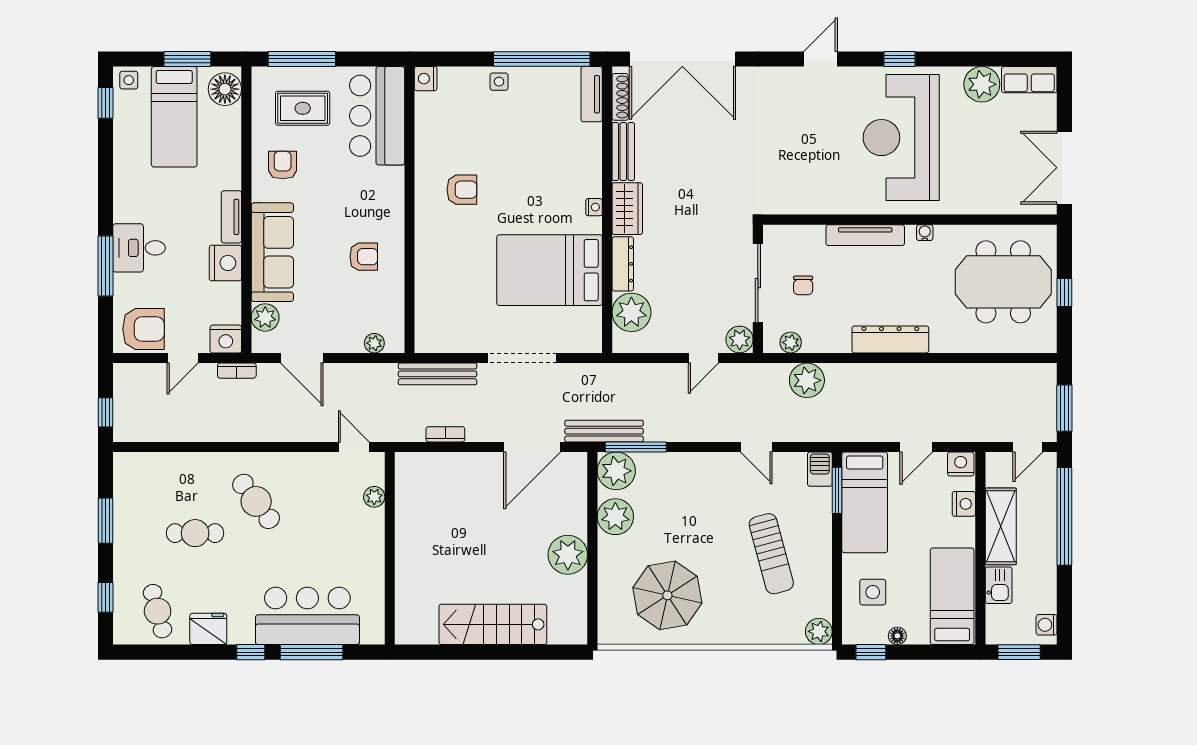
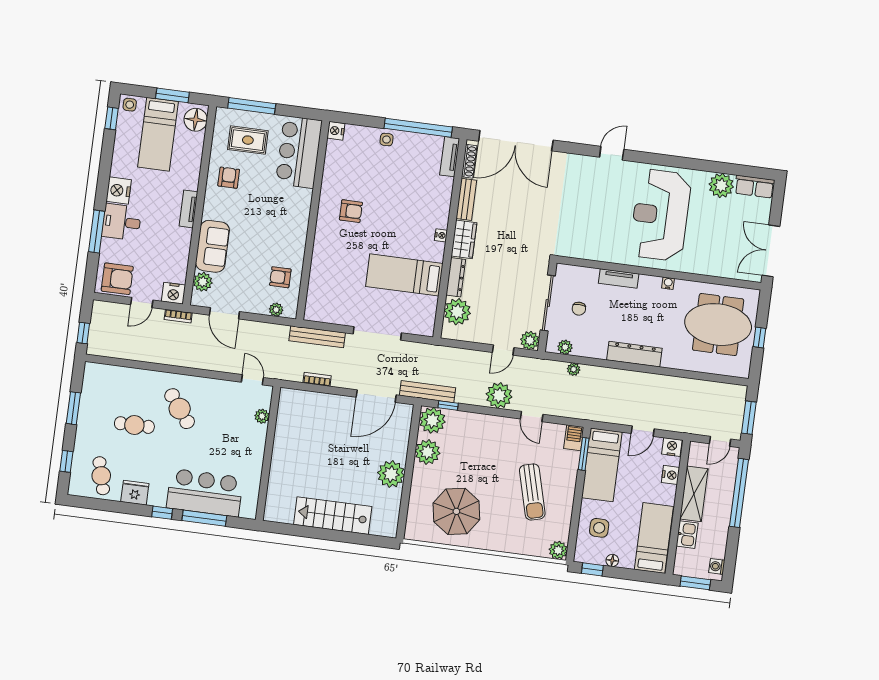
window: (900, 59) -> (666, 160), removed
tv unit: (865, 235) -> (619, 278), width x0.71
sofa: (272, 252) -> (212, 246), width x0.73
armchair: (364, 257) -> (280, 277), moved, turned 180
nightstand: (225, 263) -> (119, 190), moved, turned 180
bed: (550, 270) -> (404, 275), width x0.67
plant: (807, 380) -> (574, 369), width x0.53, depth x0.53
plant: (706, 423) -> (499, 395), added
window: (636, 447) -> (448, 406), width x0.46

